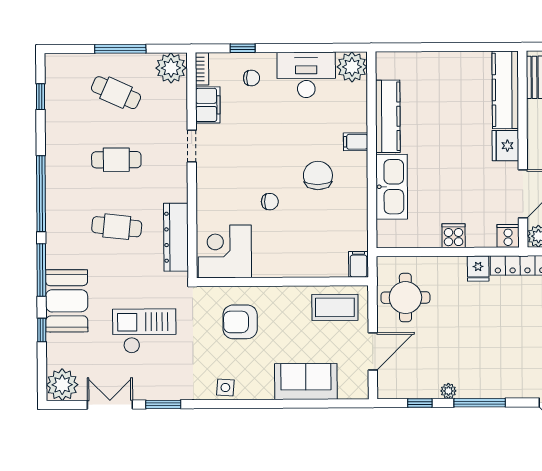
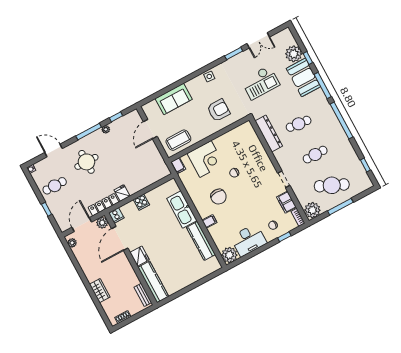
cafe table: (116, 93) -> (332, 185), width x1.37, depth x1.35
corner desk: (225, 251) -> (205, 159), moved
round table: (405, 298) -> (86, 162), moved
plant: (62, 385) -> (294, 54), moved

